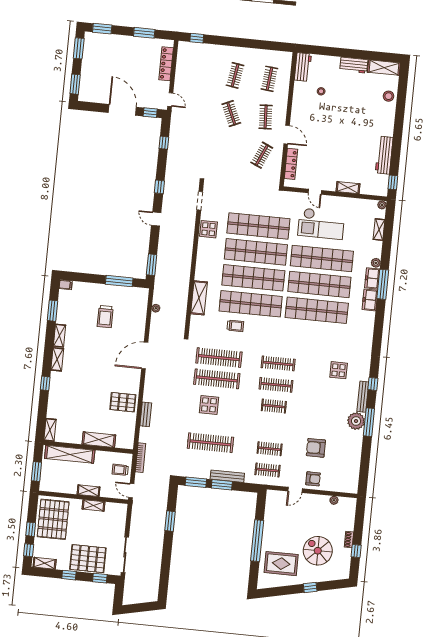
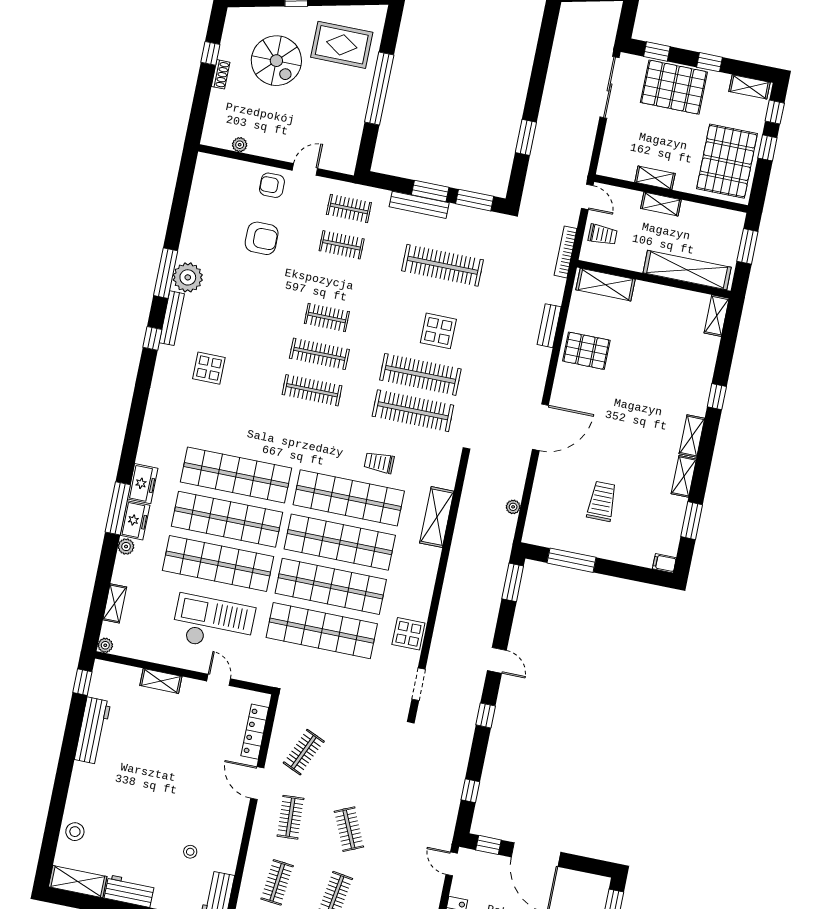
shelving: (99, 440) -> (606, 285), moved

